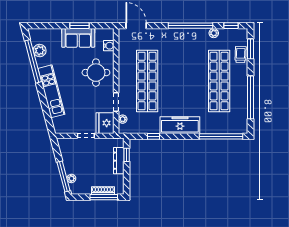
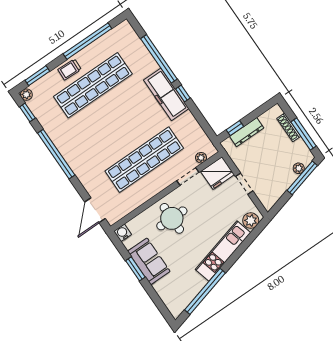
plant: (214, 33) -> (26, 95), moved
water cooler: (109, 46) -> (123, 233), moved
plant: (40, 51) -> (251, 221), moved
trolley: (241, 54) -> (70, 70), moved
window: (154, 136) -> (183, 93), moved
window: (221, 136) -> (159, 59), moved
window: (104, 197) -> (303, 134), moved

